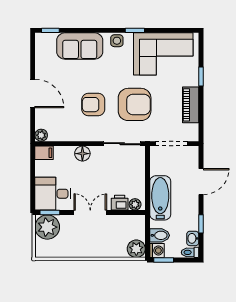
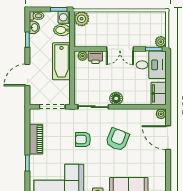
door: (33, 93) -> (168, 138), moved
armchair: (135, 104) -> (83, 139), width x0.53, depth x0.53
armchair: (93, 105) -> (117, 139), turned -68
filing cabinet: (44, 153) -> (159, 93), width x2.00
floor lamp: (82, 154) -> (116, 98), moved
plant: (47, 227) -> (161, 42), width x0.53, depth x0.53

